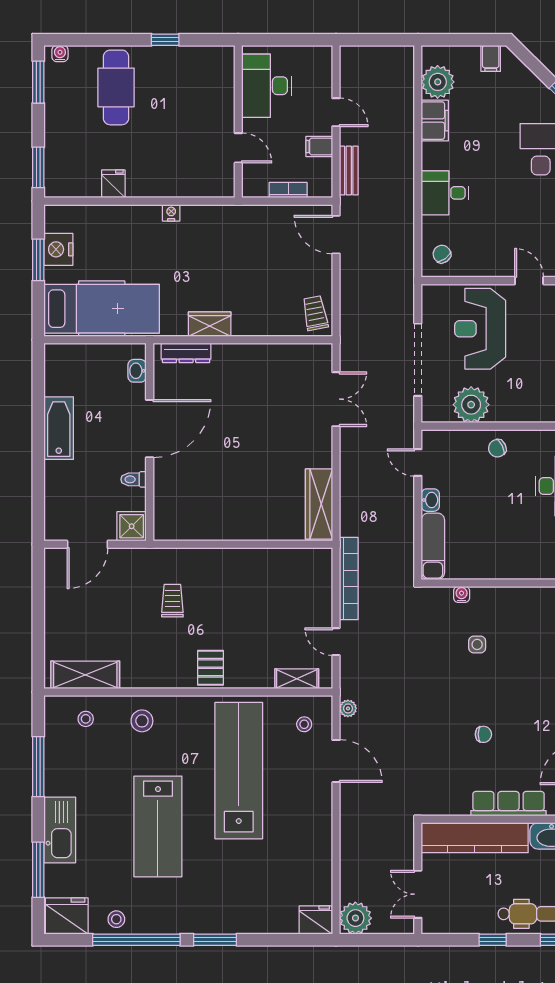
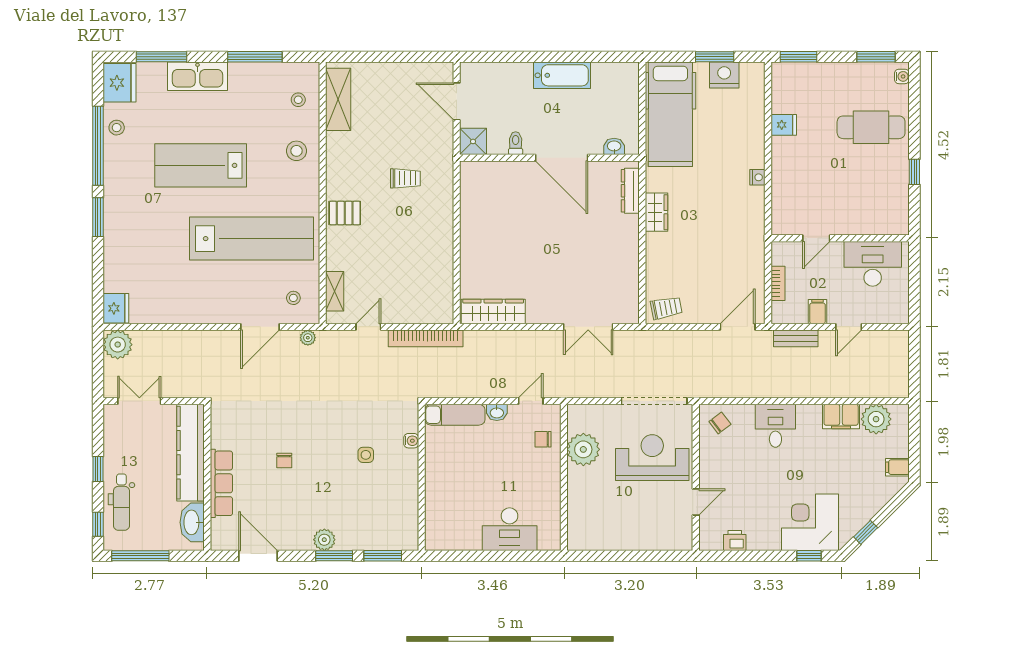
doorway: (418, 360) -> (654, 401), moved
chair: (497, 448) -> (543, 439), moved, turned -65

